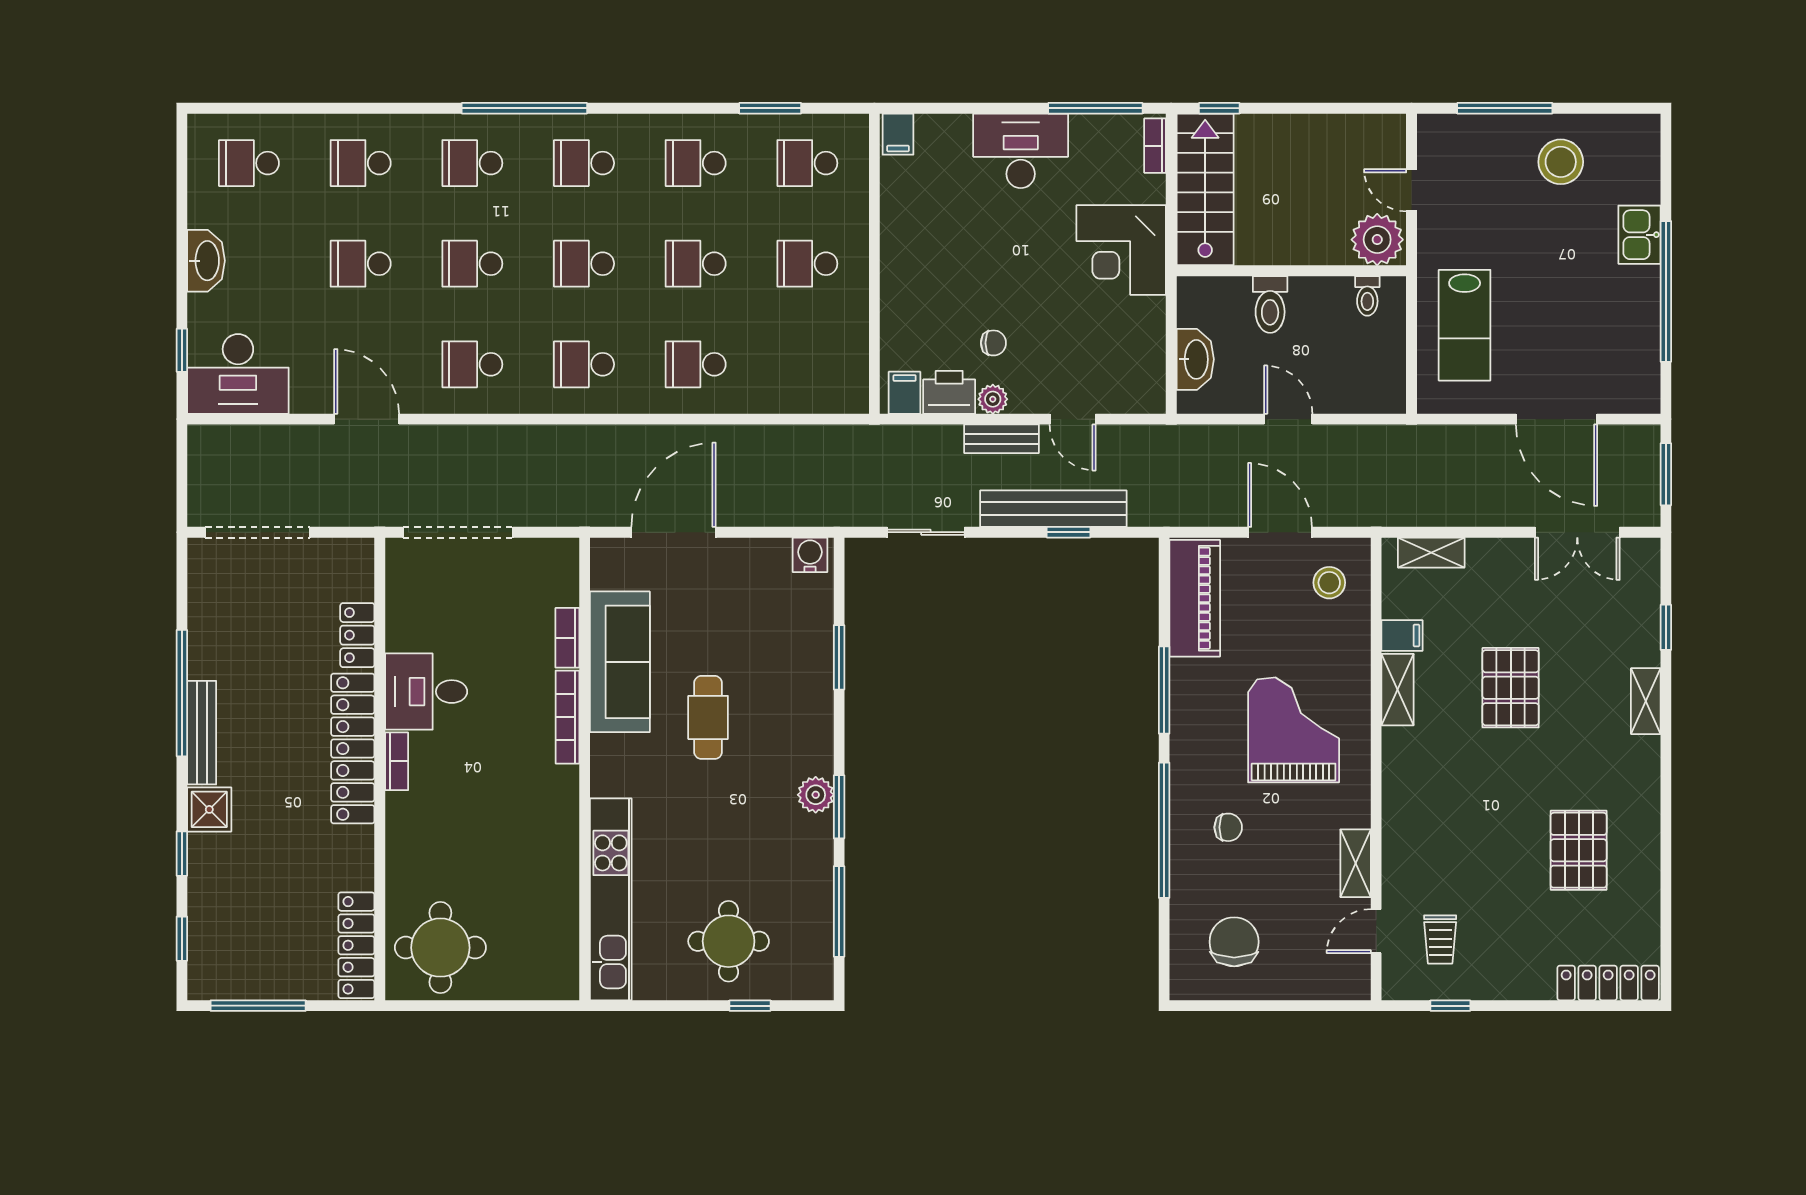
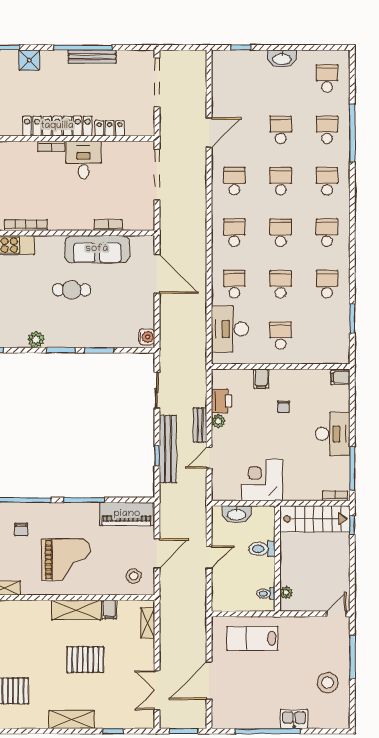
window: (524, 108) -> (352, 133), moved
school desk: (807, 163) -> (327, 336), removed
door: (1411, 190) -> (336, 614), moved
plant: (1377, 240) -> (286, 593), width x0.53, depth x0.53
corner desk: (1121, 250) -> (262, 480), moved
chair: (993, 343) -> (284, 407), moved
desk: (238, 374) -> (230, 329), moved
filing cabinet: (905, 393) -> (261, 379), moved, turned 90
shelving: (1398, 690) -> (76, 610), width x1.50, depth x1.33
shelving: (1646, 701) -> (72, 720), width x1.50, depth x1.33
bookcase: (567, 717) -> (26, 225), moved
bench: (202, 733) -> (92, 57), moved
window: (839, 807) -> (61, 350), moved

